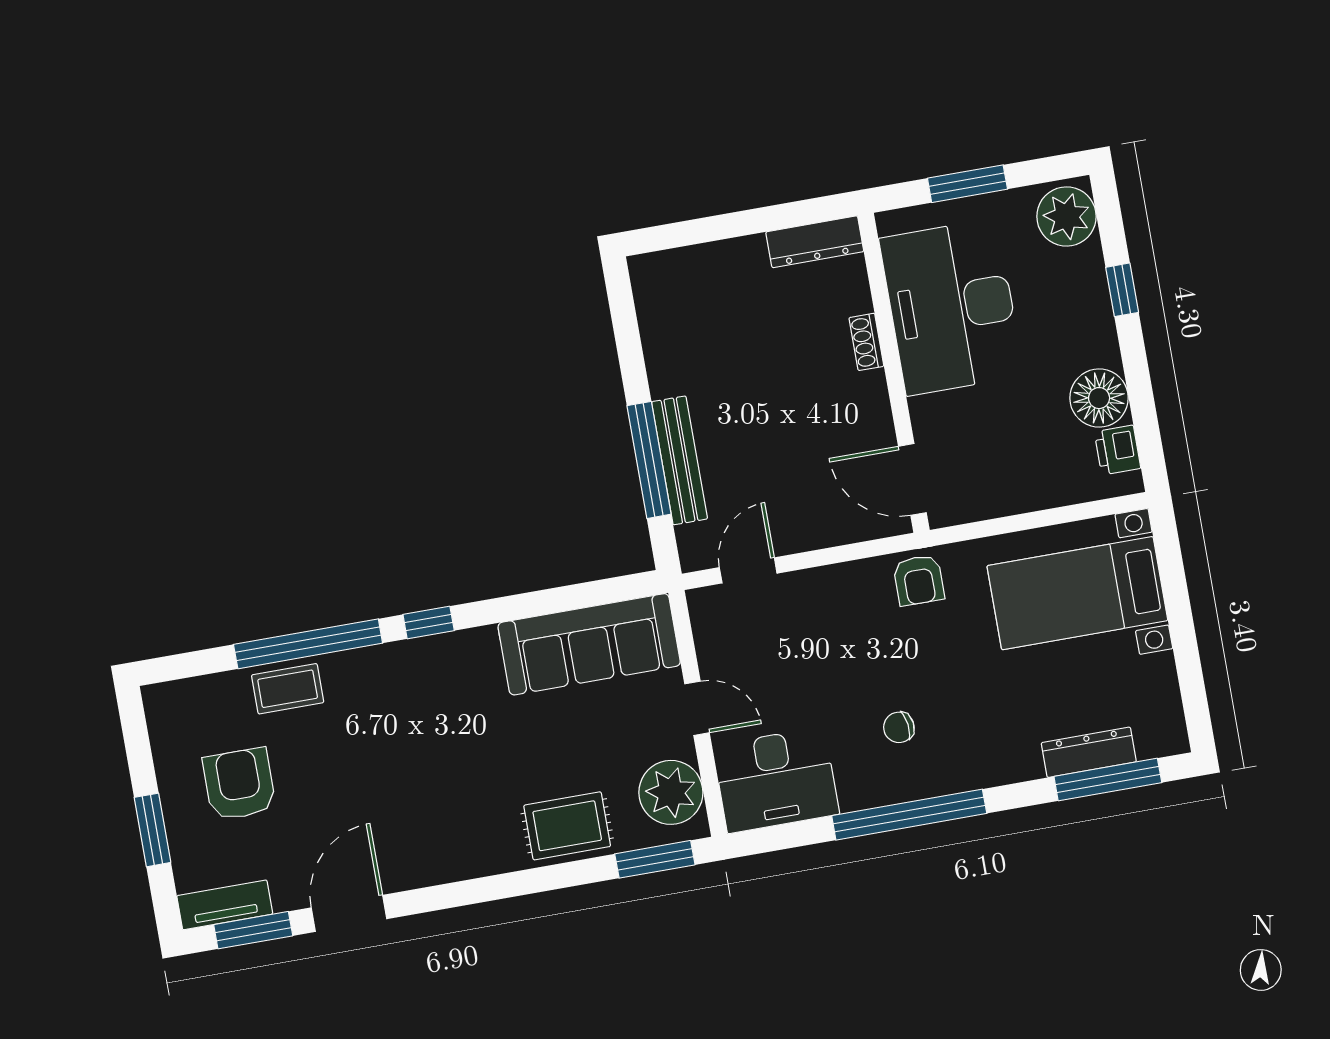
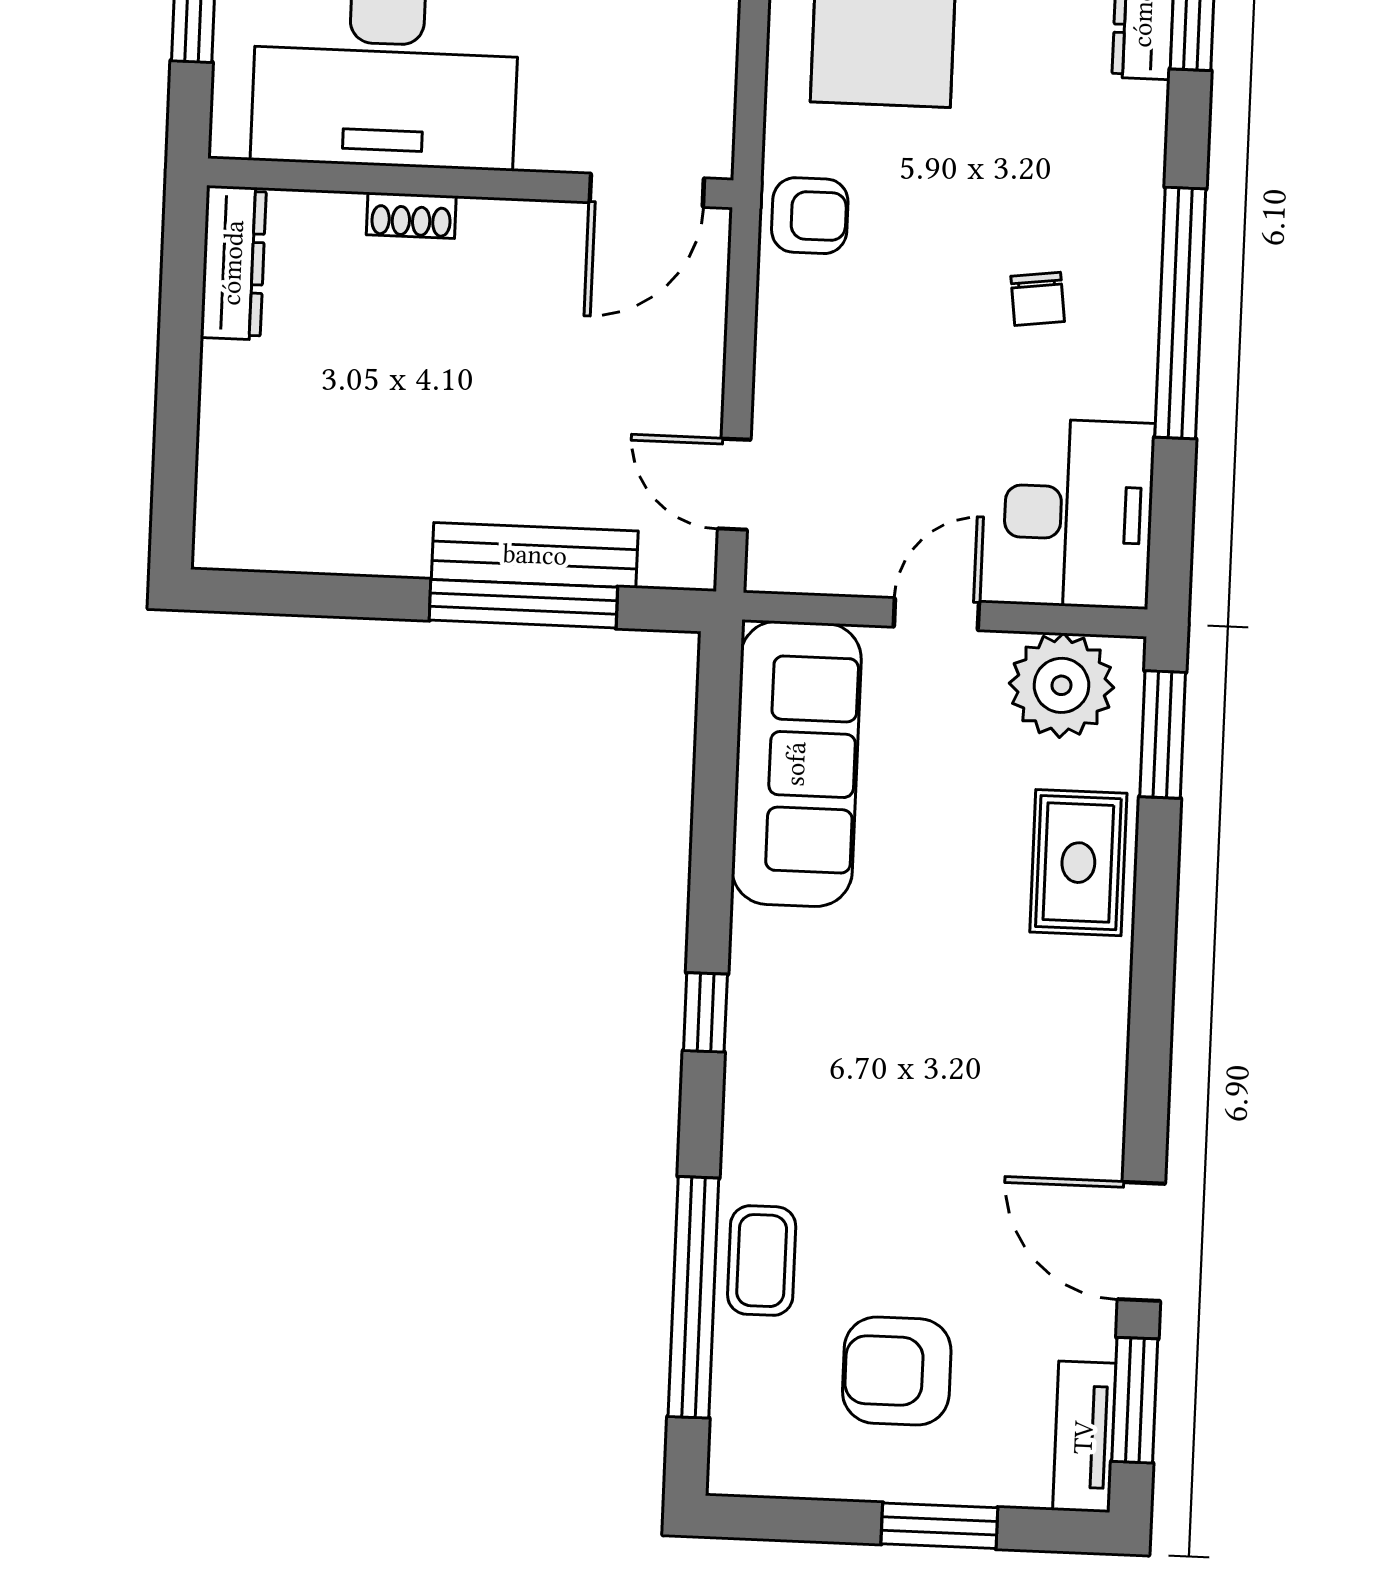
window: (308, 644) -> (693, 1297), moved

